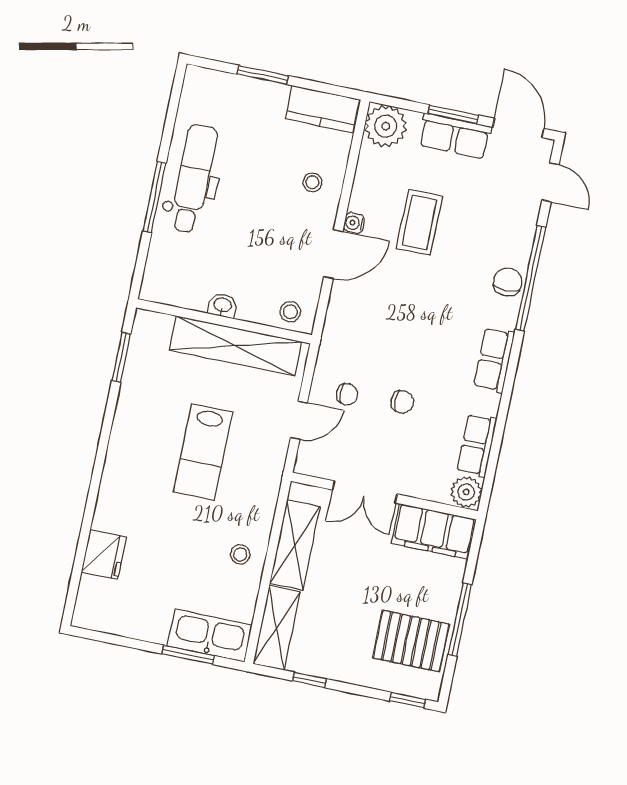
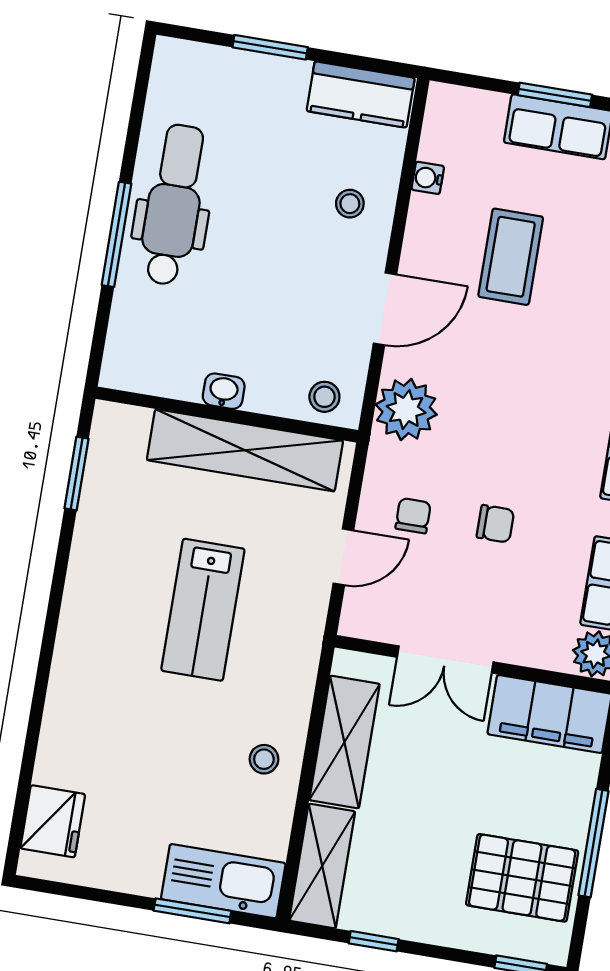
plant: (386, 126) -> (406, 410), moved
water cooler: (354, 223) -> (428, 178), moved
chair: (347, 394) -> (413, 516), turned -90
fridge: (104, 555) -> (53, 821), moved

